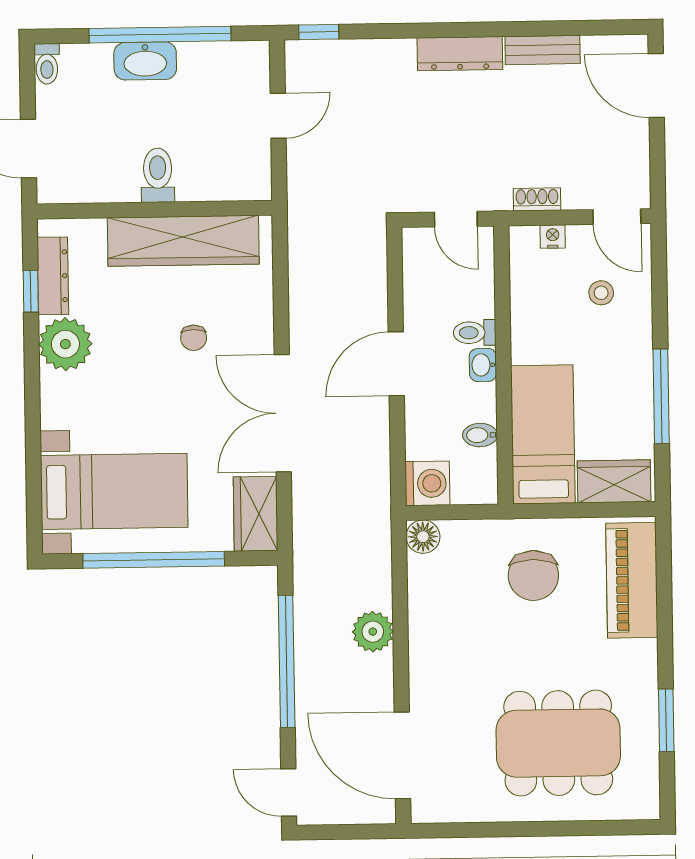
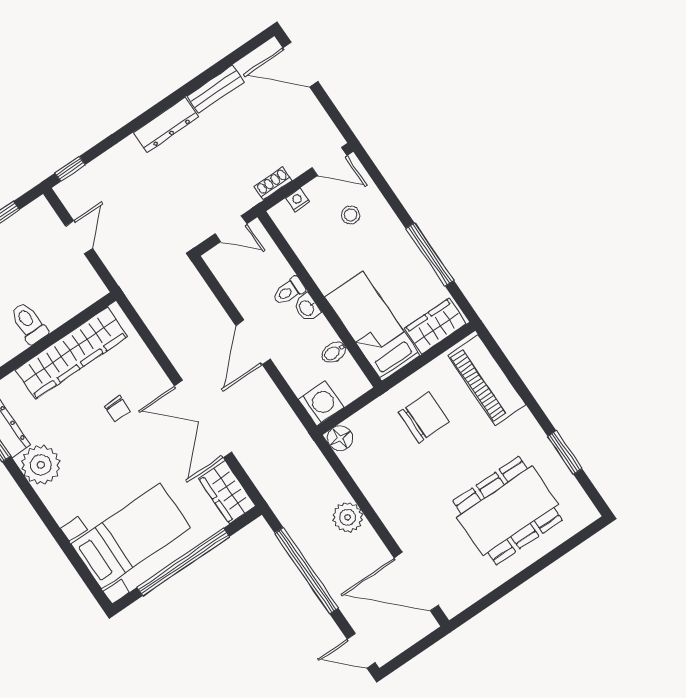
chair: (533, 575) -> (424, 417), turned -90

